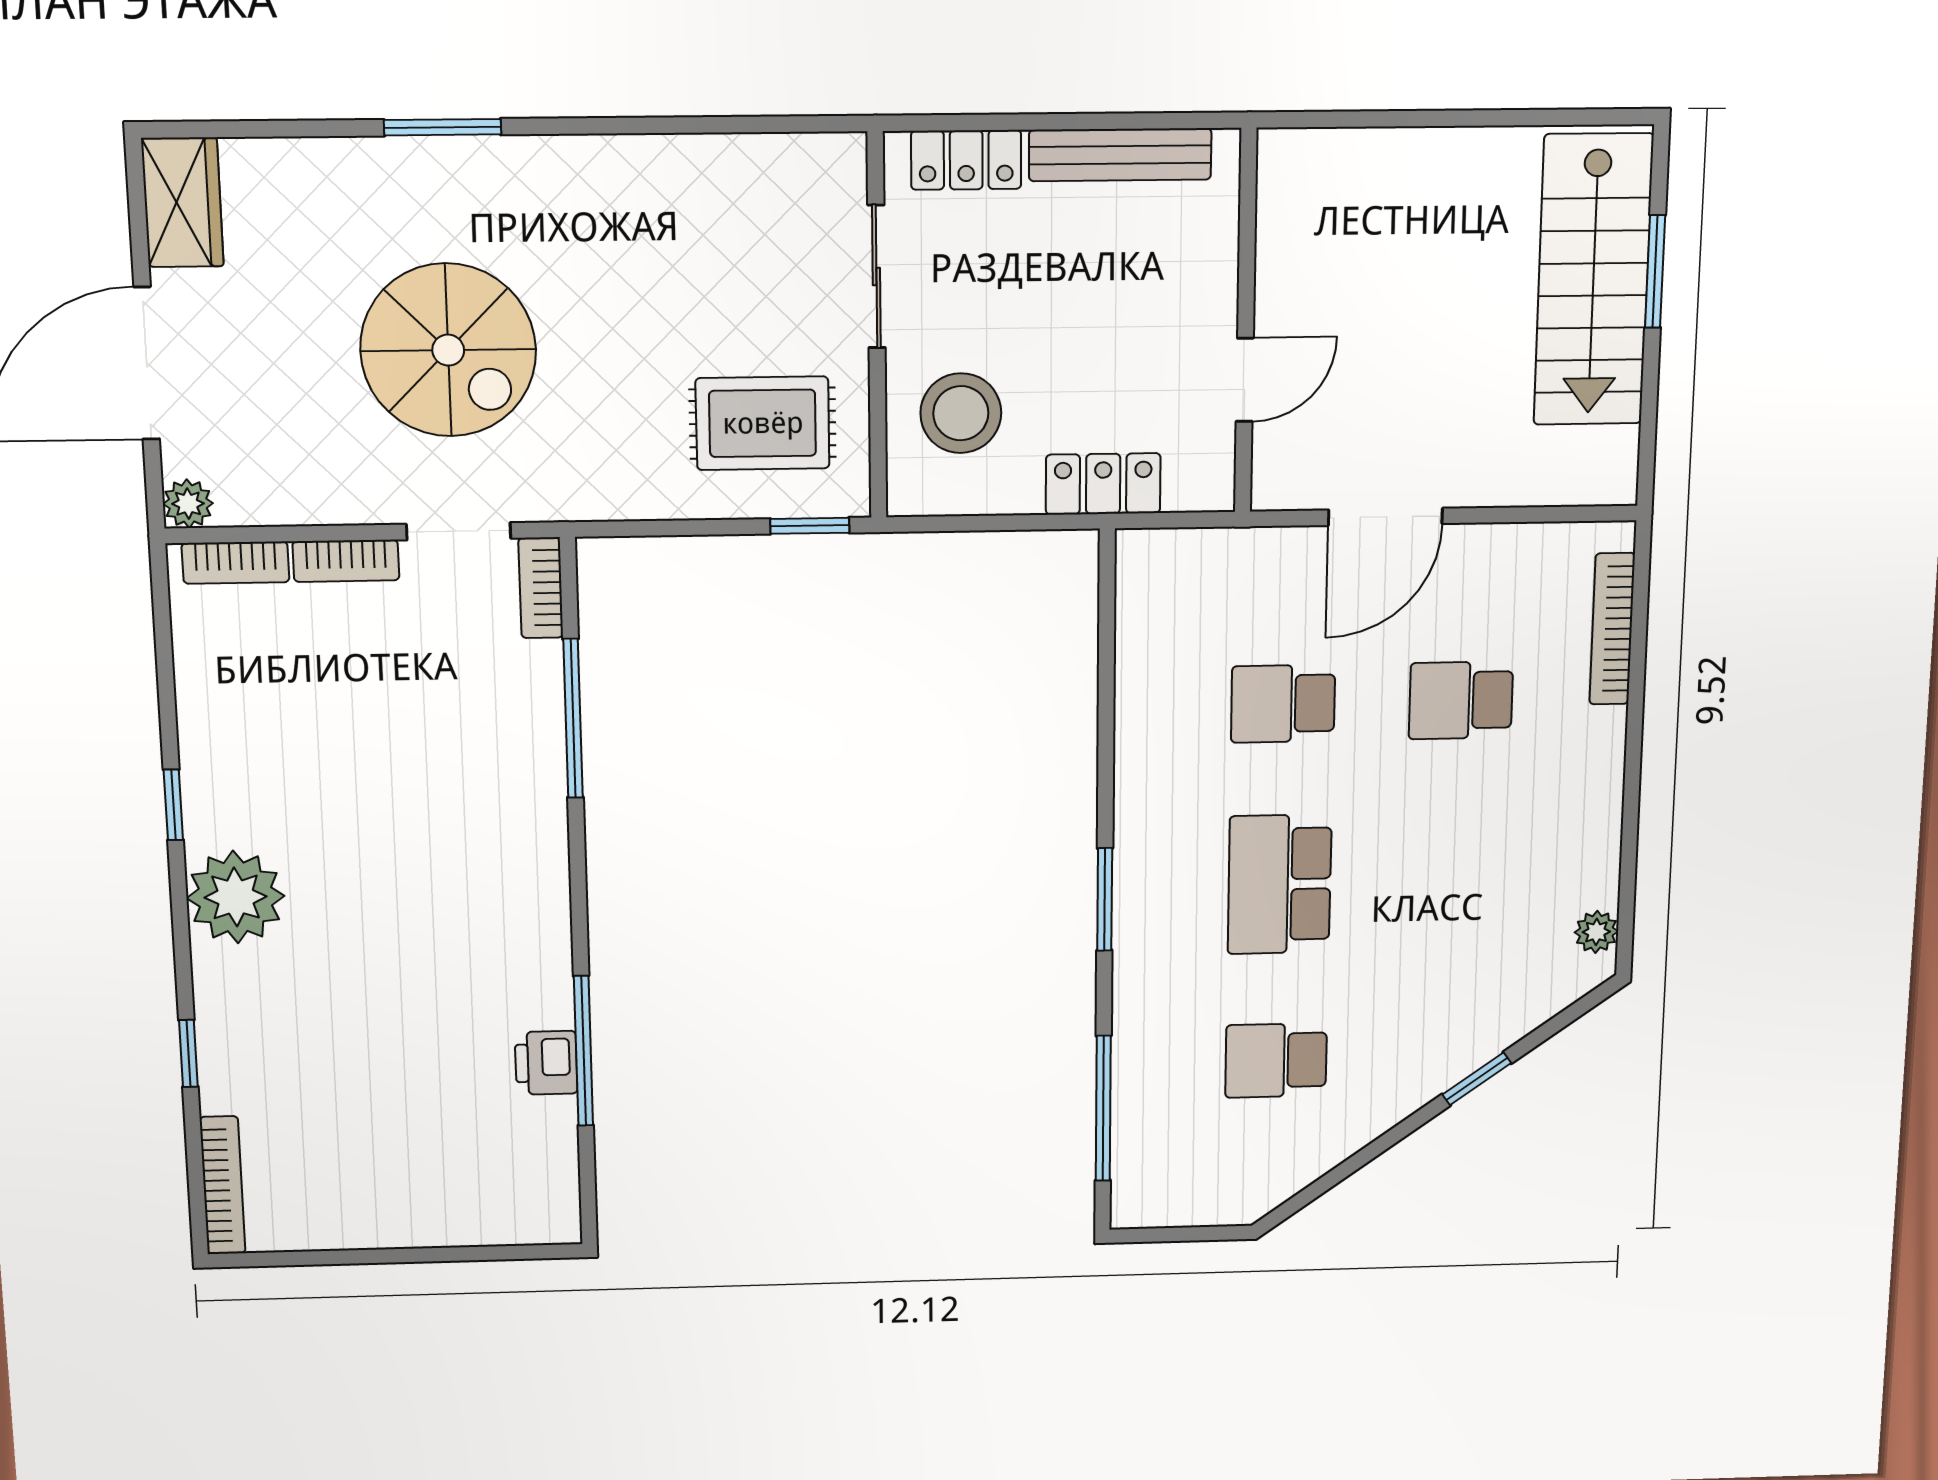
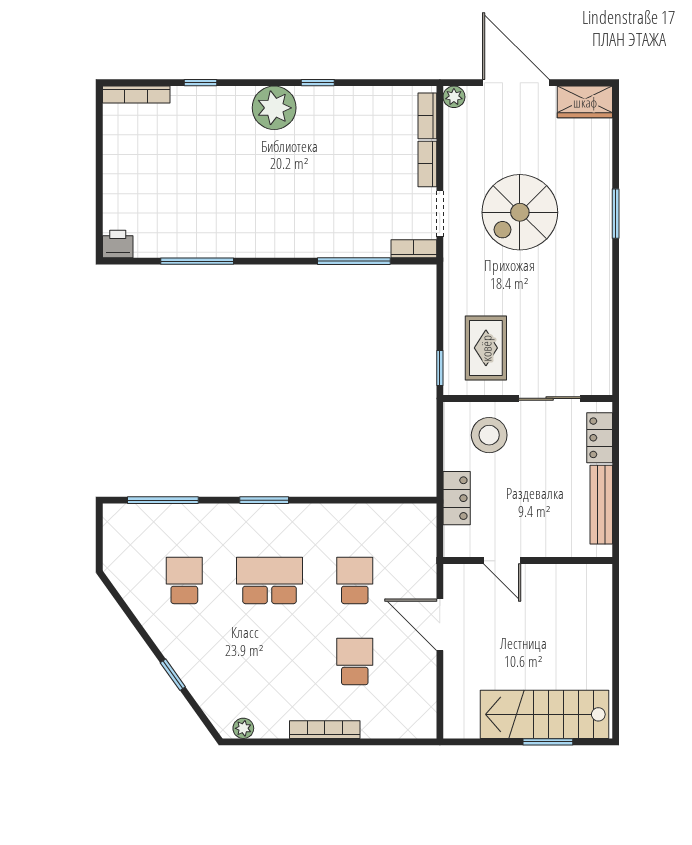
bookcase: (1612, 629) -> (325, 730), moved
printer: (546, 1063) -> (118, 244), moved

